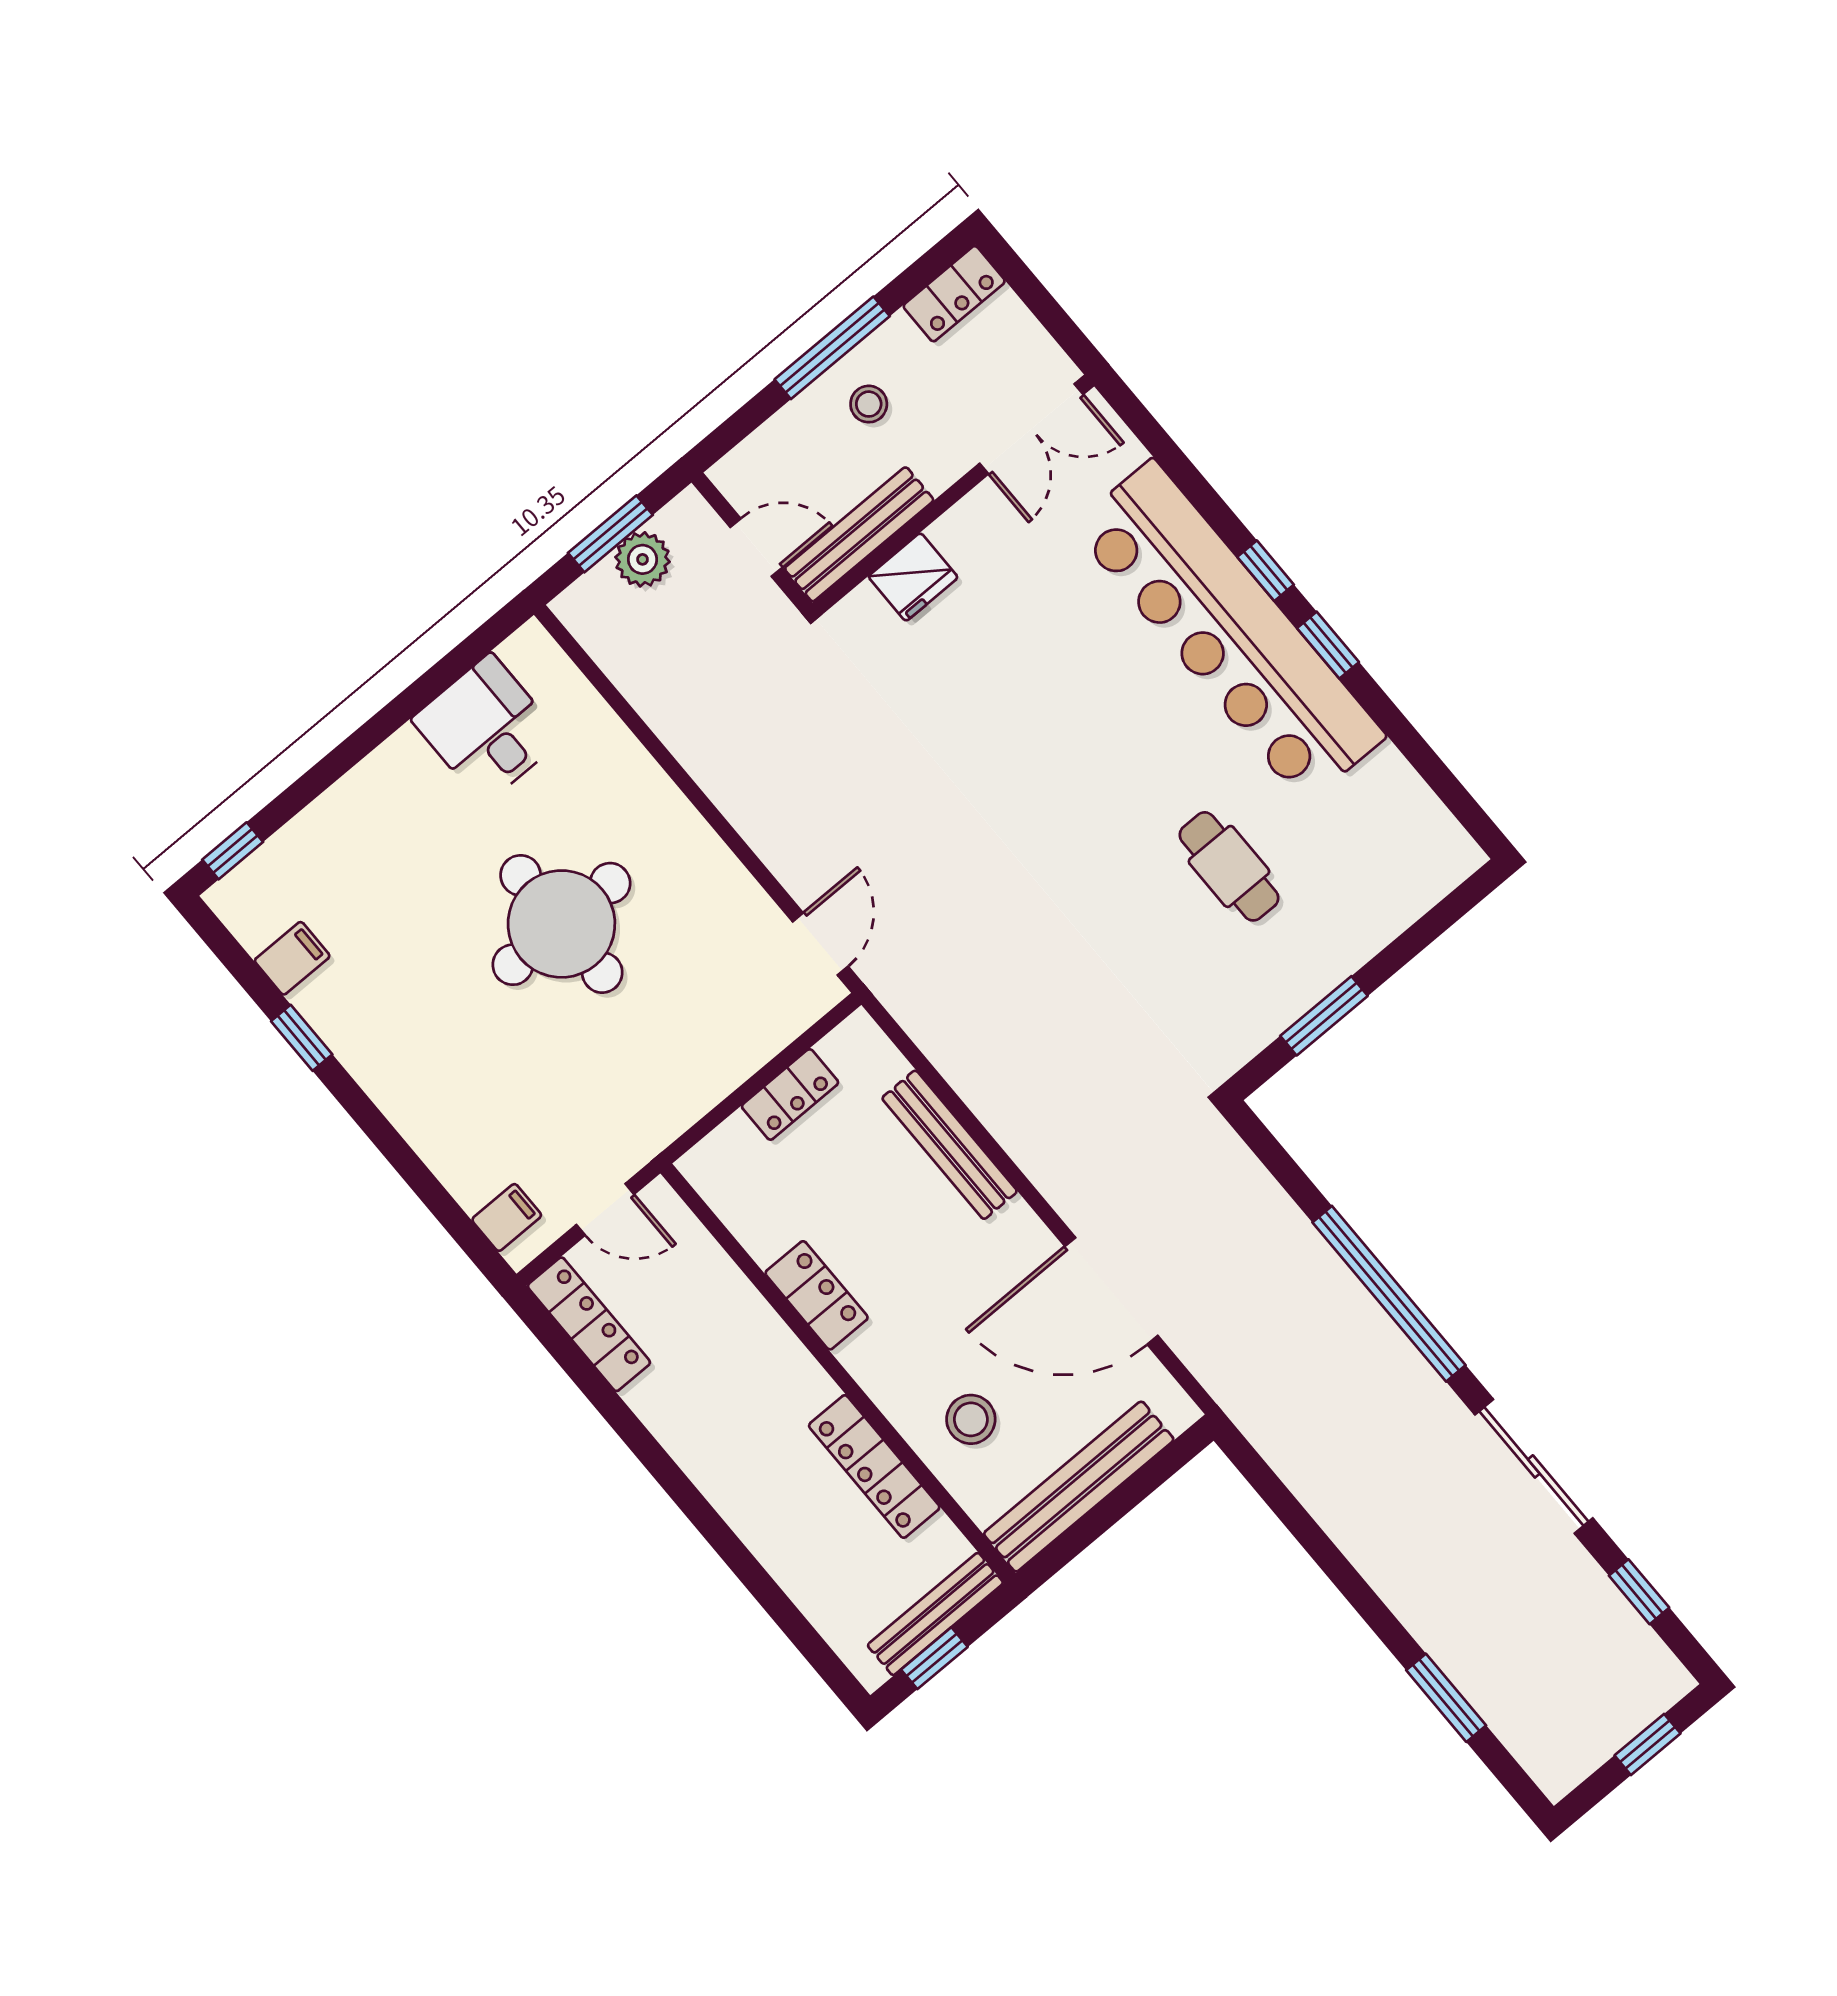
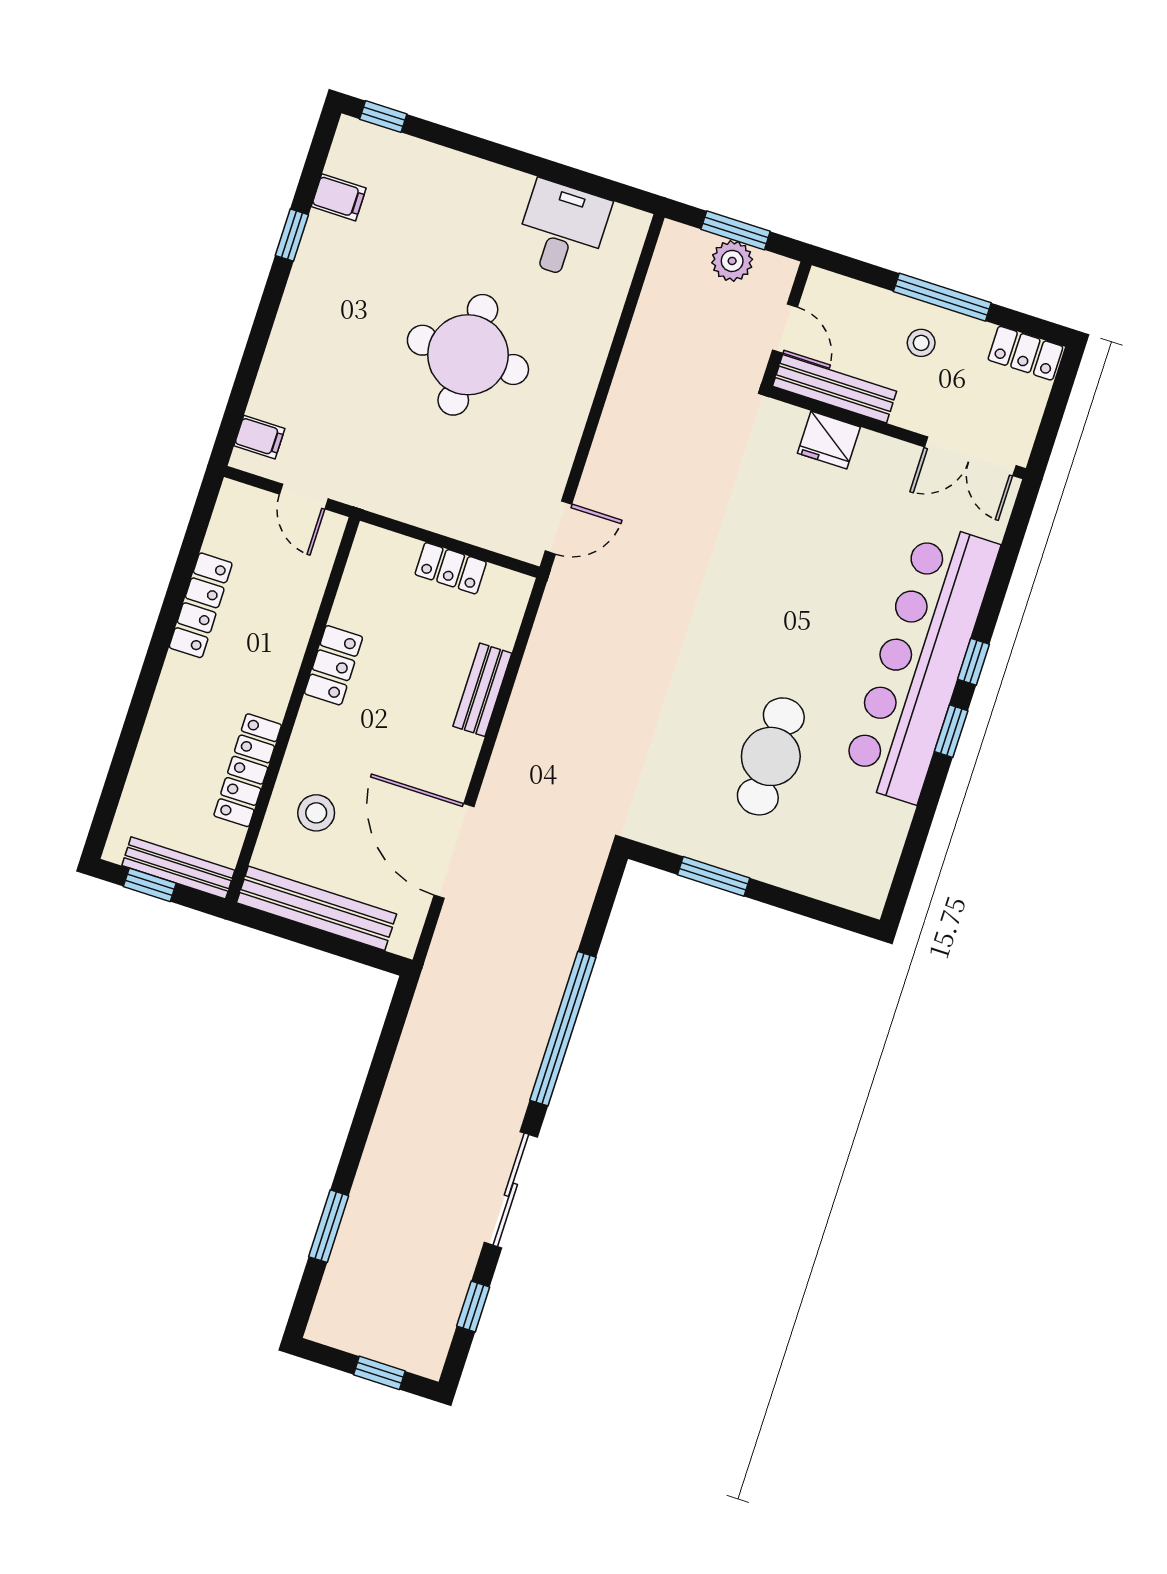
cafe table: (1229, 866) -> (771, 756), width x1.37, depth x1.35
bench: (950, 1145) -> (482, 690), width x0.73
locker: (589, 1324) -> (201, 605), moved

